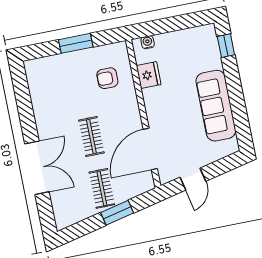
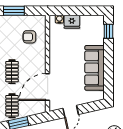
fridge: (149, 75) -> (72, 22), moved, turned 90

